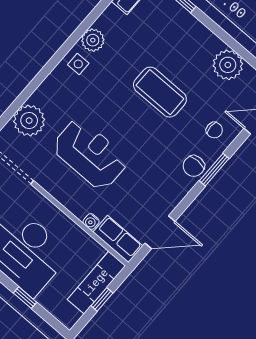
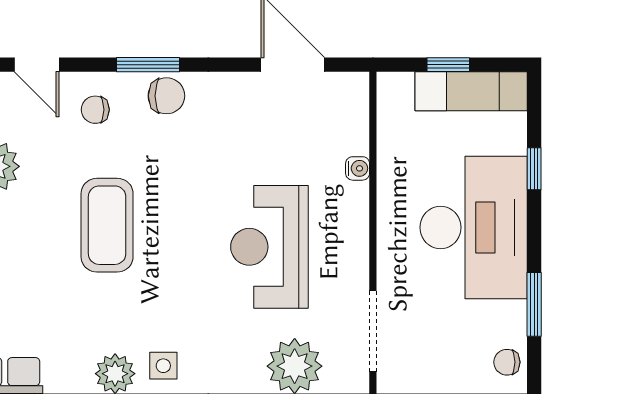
chair: (214, 130) -> (95, 110), turned -90
row of seats: (118, 239) -> (350, 113), removed
exam couch: (96, 283) -> (471, 91), moved

